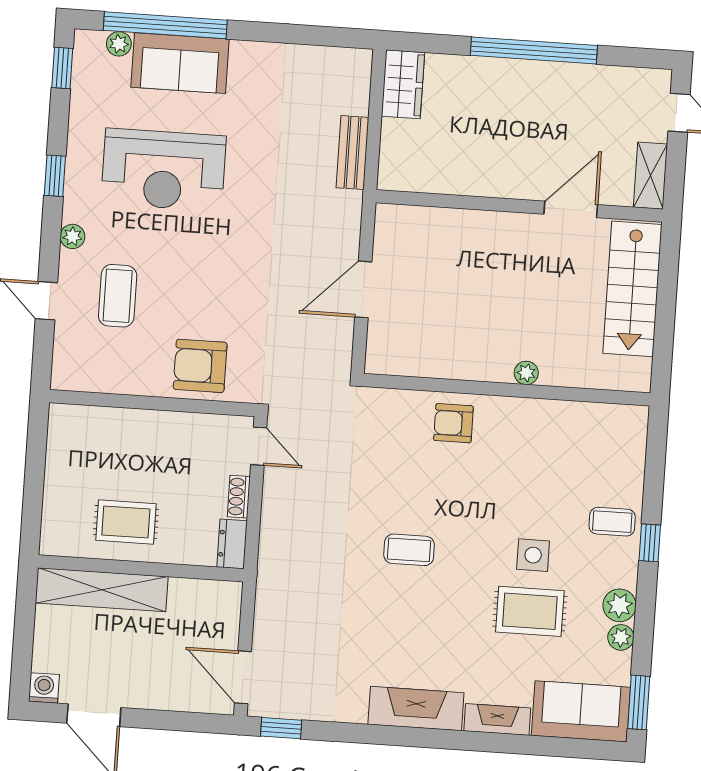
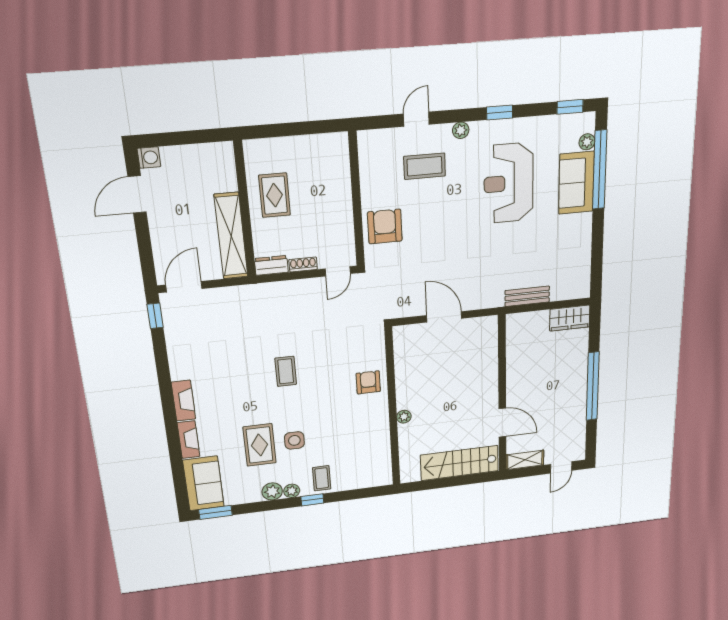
shelving: (102, 590) -> (231, 236), moved
plant: (621, 637) -> (292, 491), moved
fireplace: (416, 709) -> (183, 401), width x0.73, depth x0.76

